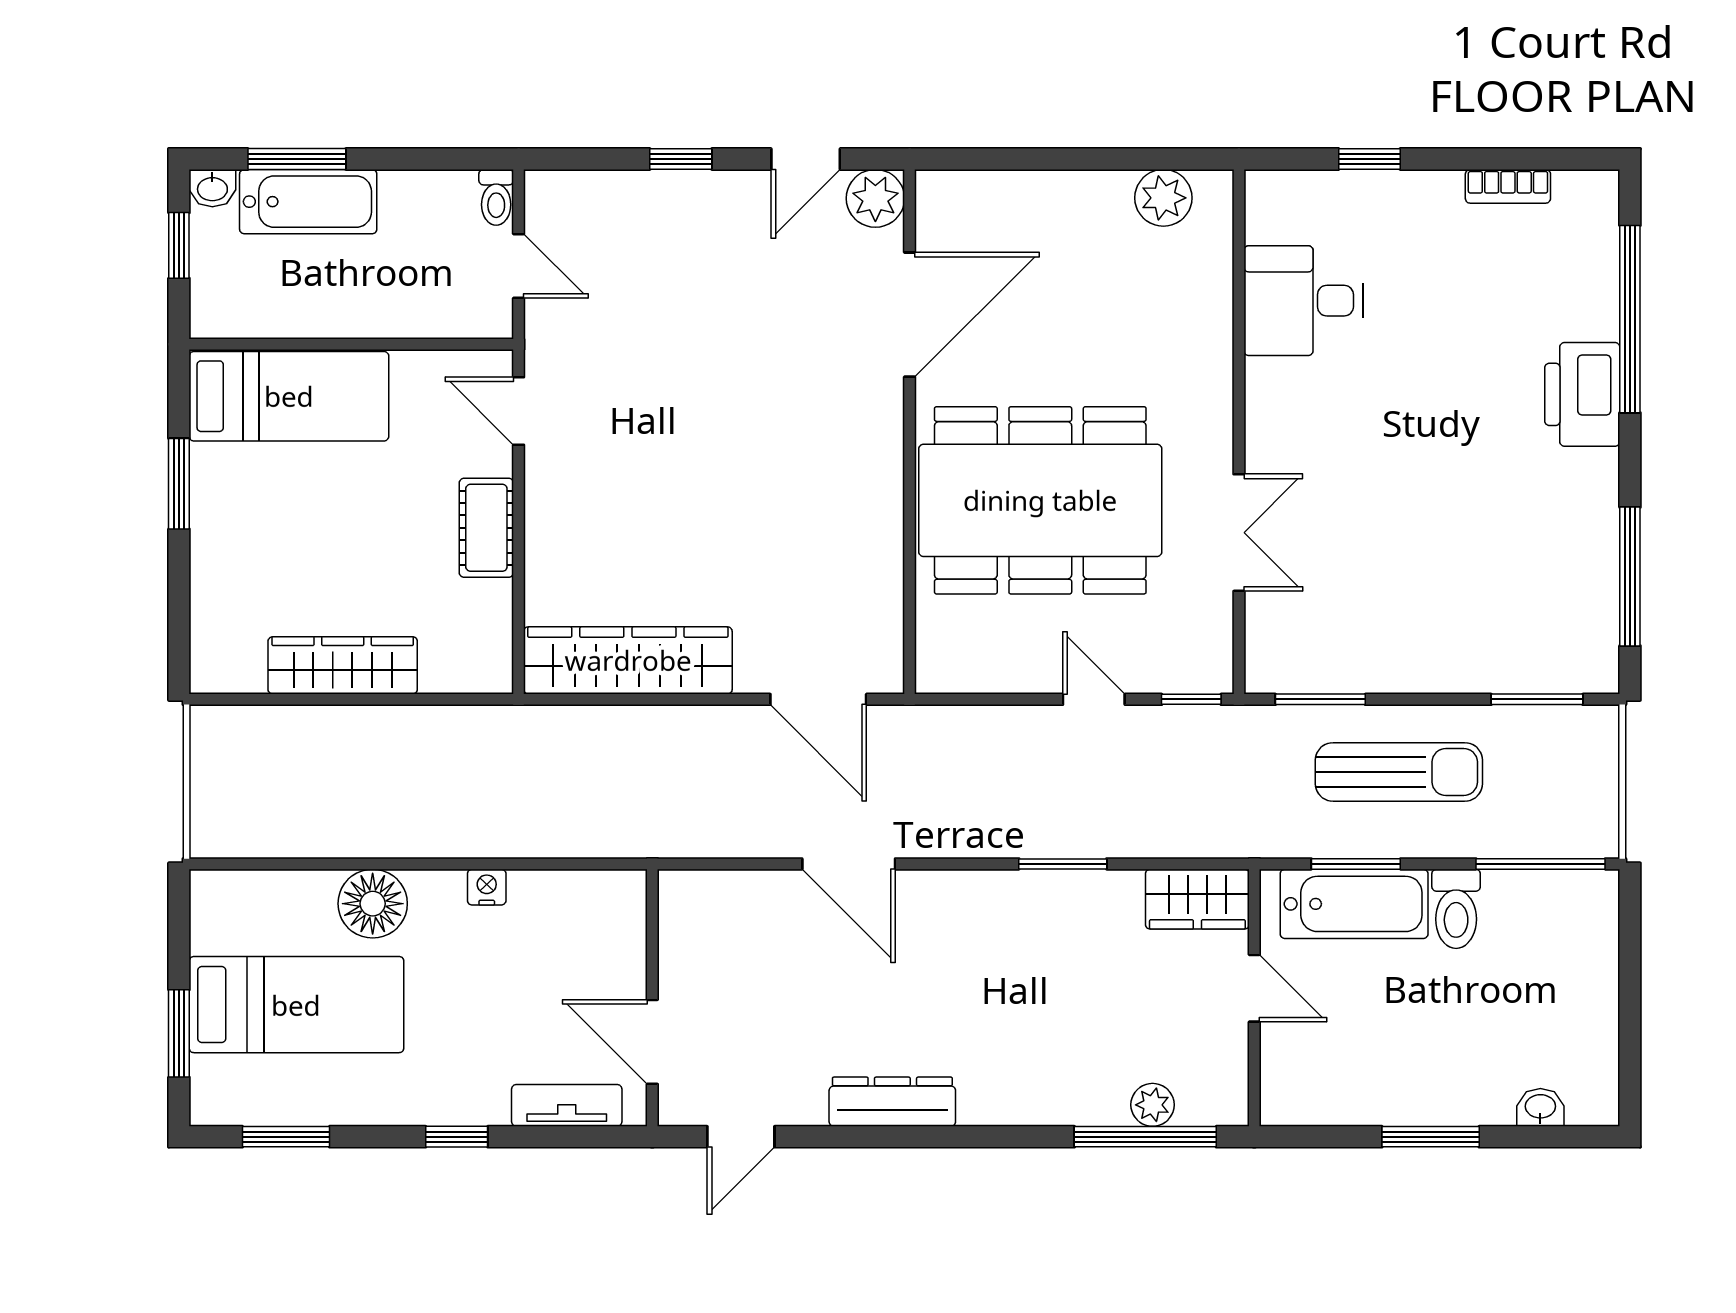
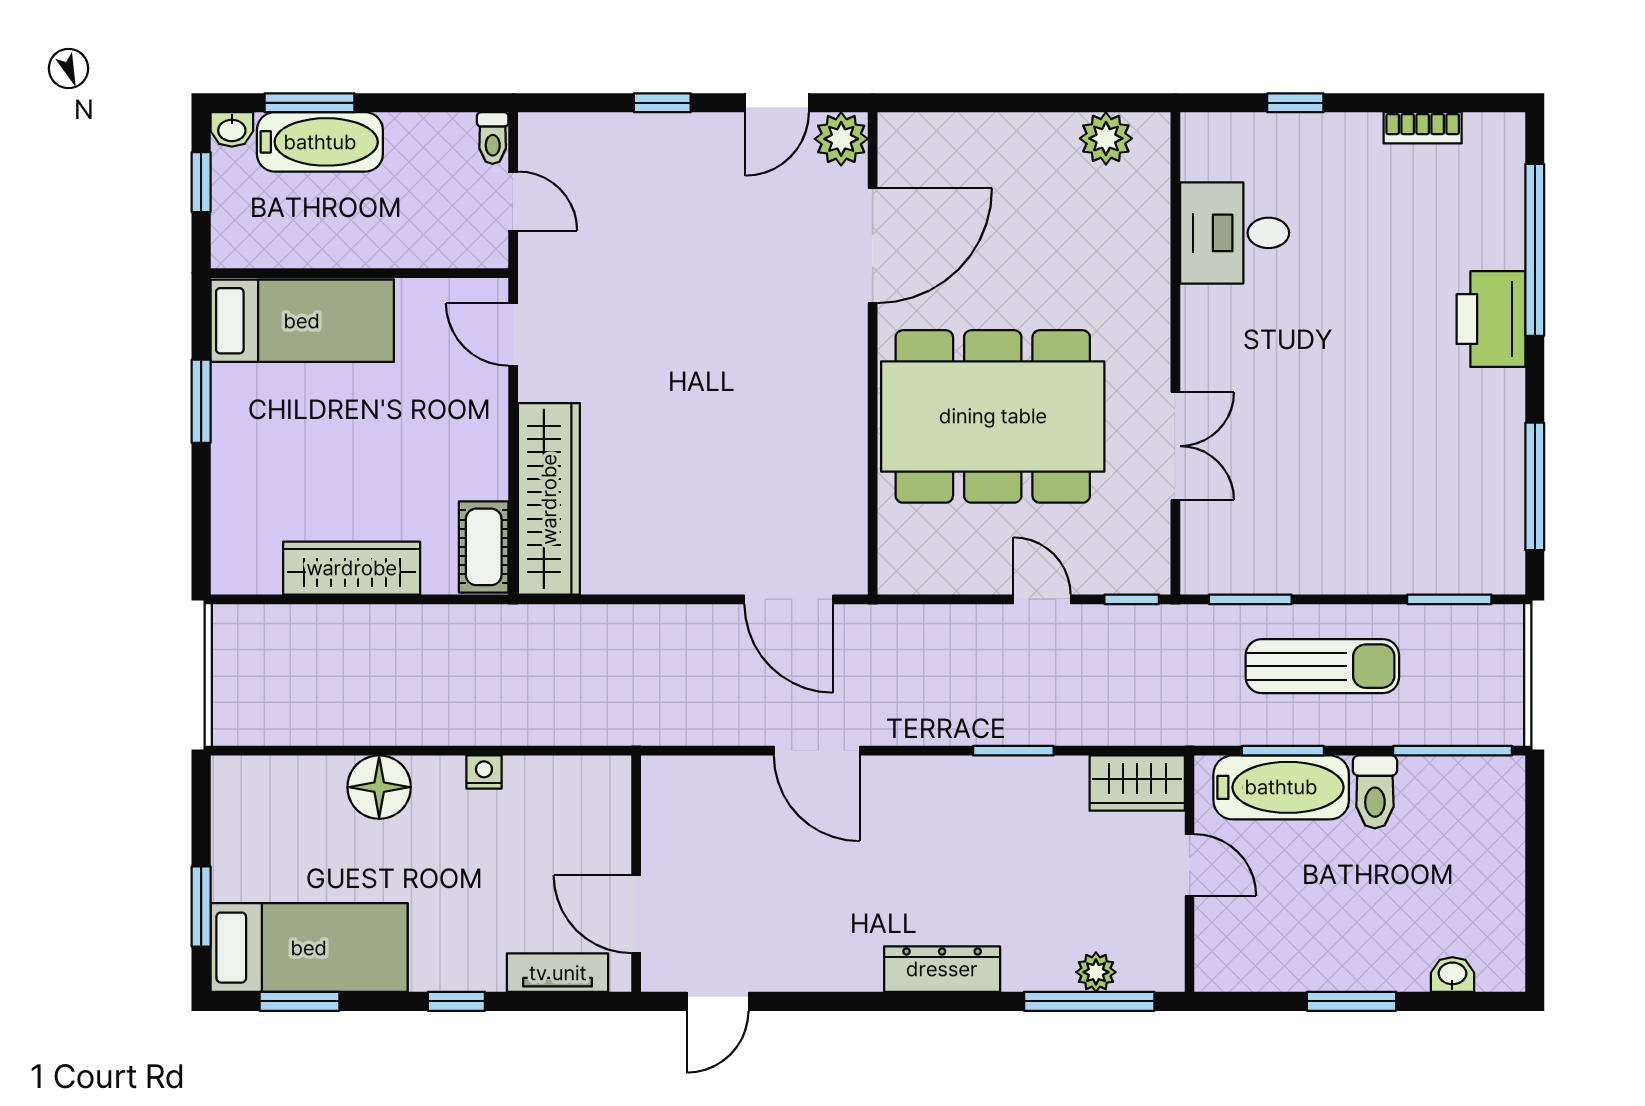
cot: (486, 528) -> (484, 547), moved
wardrobe: (628, 660) -> (549, 499), moved, turned 90
bed: (296, 1005) -> (309, 948), moved
dresser: (892, 1102) -> (942, 969), moved

